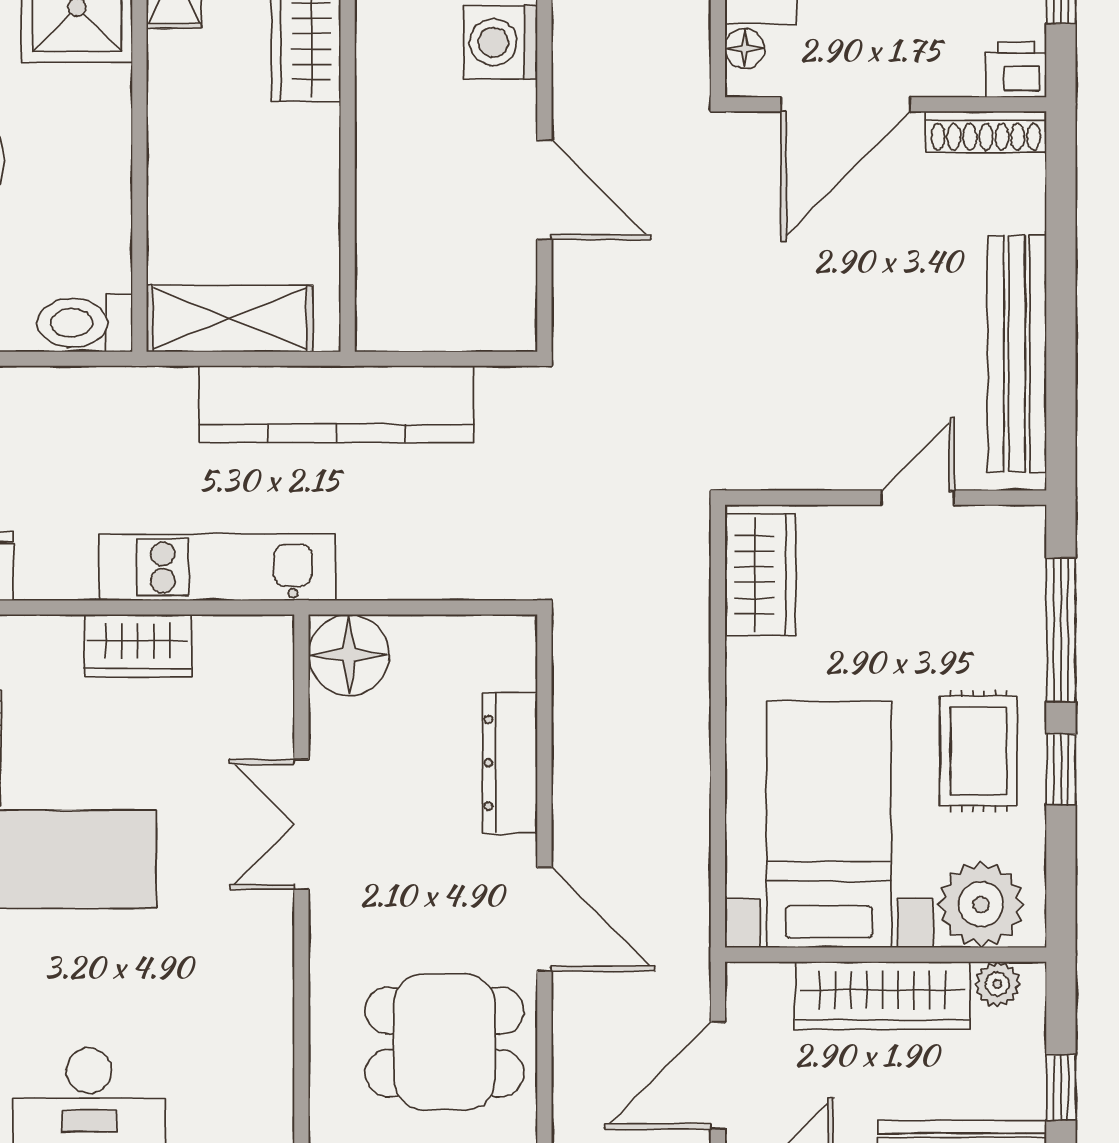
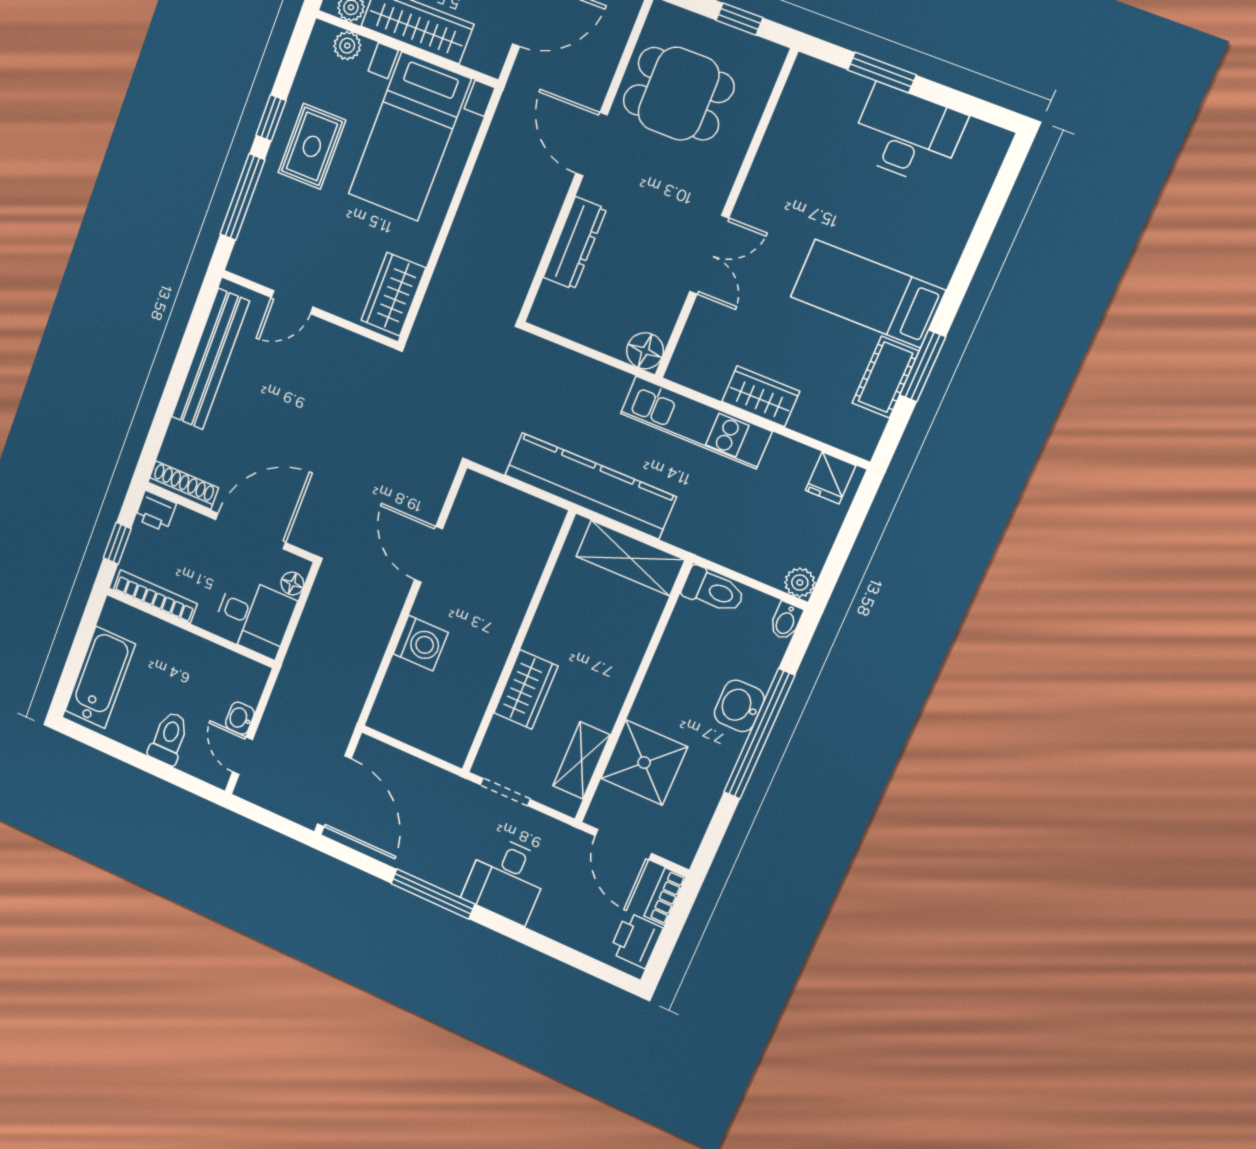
floor lamp: (349, 655) -> (645, 351), width x0.73, depth x0.73
plant: (981, 904) -> (347, 46), width x0.53, depth x0.53

